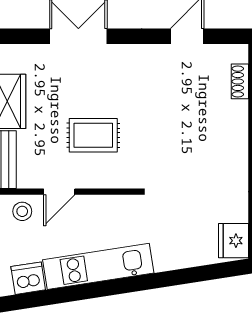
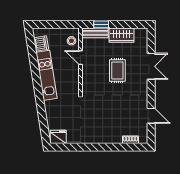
rug: (93, 135) -> (117, 71), moved

